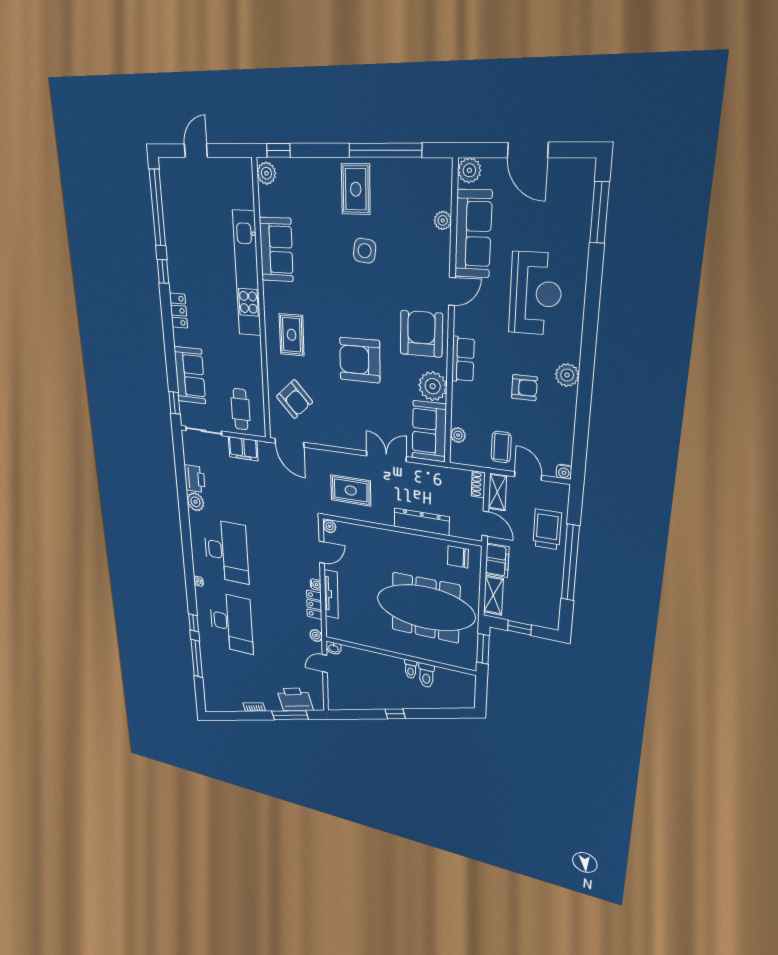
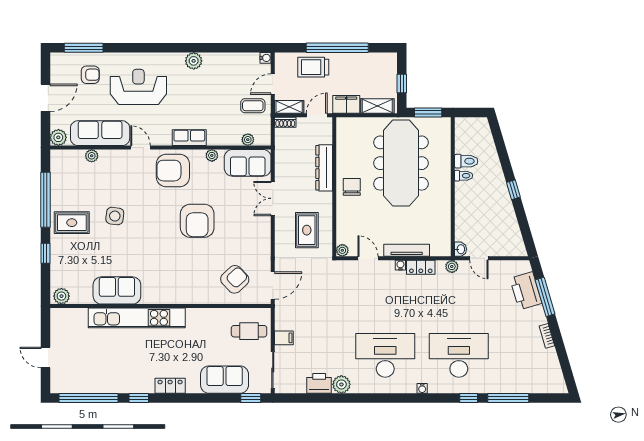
window: (279, 150) -> (45, 253), moved
rug: (292, 335) -> (182, 280), removed
plant: (433, 386) -> (212, 155), width x0.53, depth x0.53
armchair: (524, 388) -> (90, 75), moved, turned 90
filing cabinet: (243, 449) -> (284, 338), width x0.50
chair: (458, 557) -> (352, 187), moved, turned 180

